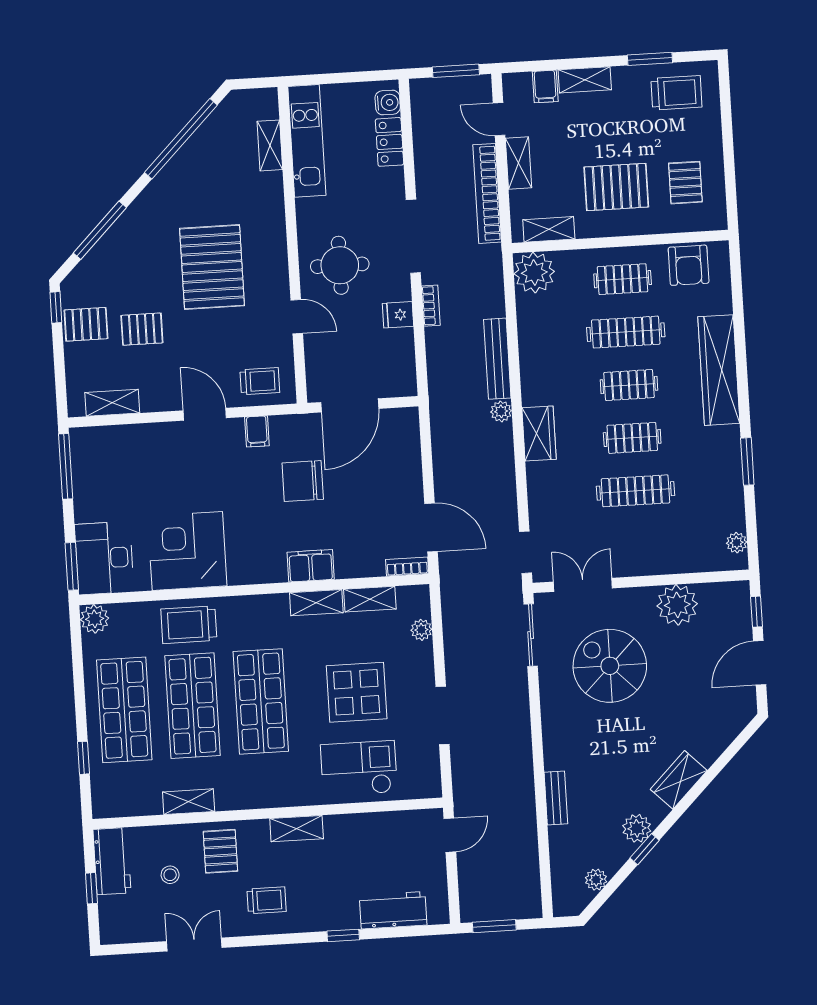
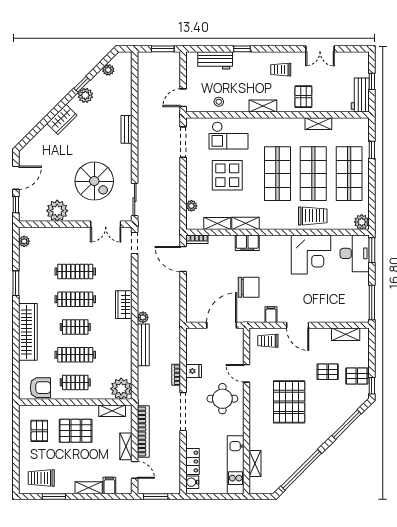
armchair: (689, 265) -> (40, 388), turned 90
clothes rail: (632, 438) -> (75, 299), width x1.36
doorway: (443, 715) -> (183, 142), moved
bench: (556, 798) -> (127, 129), moved
stool: (170, 875) -> (219, 102), moved

